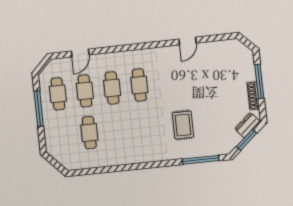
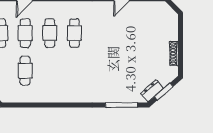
window: (259, 81) -> (180, 41), removed
rug: (183, 125) -> (109, 73), removed
dresser: (247, 125) -> (152, 91), moved

